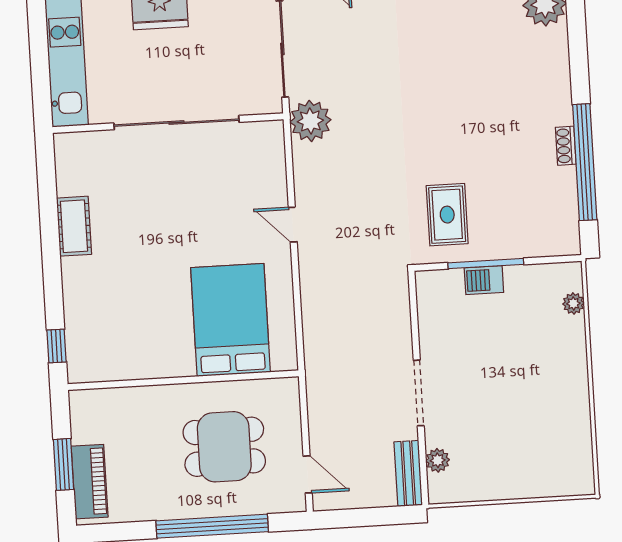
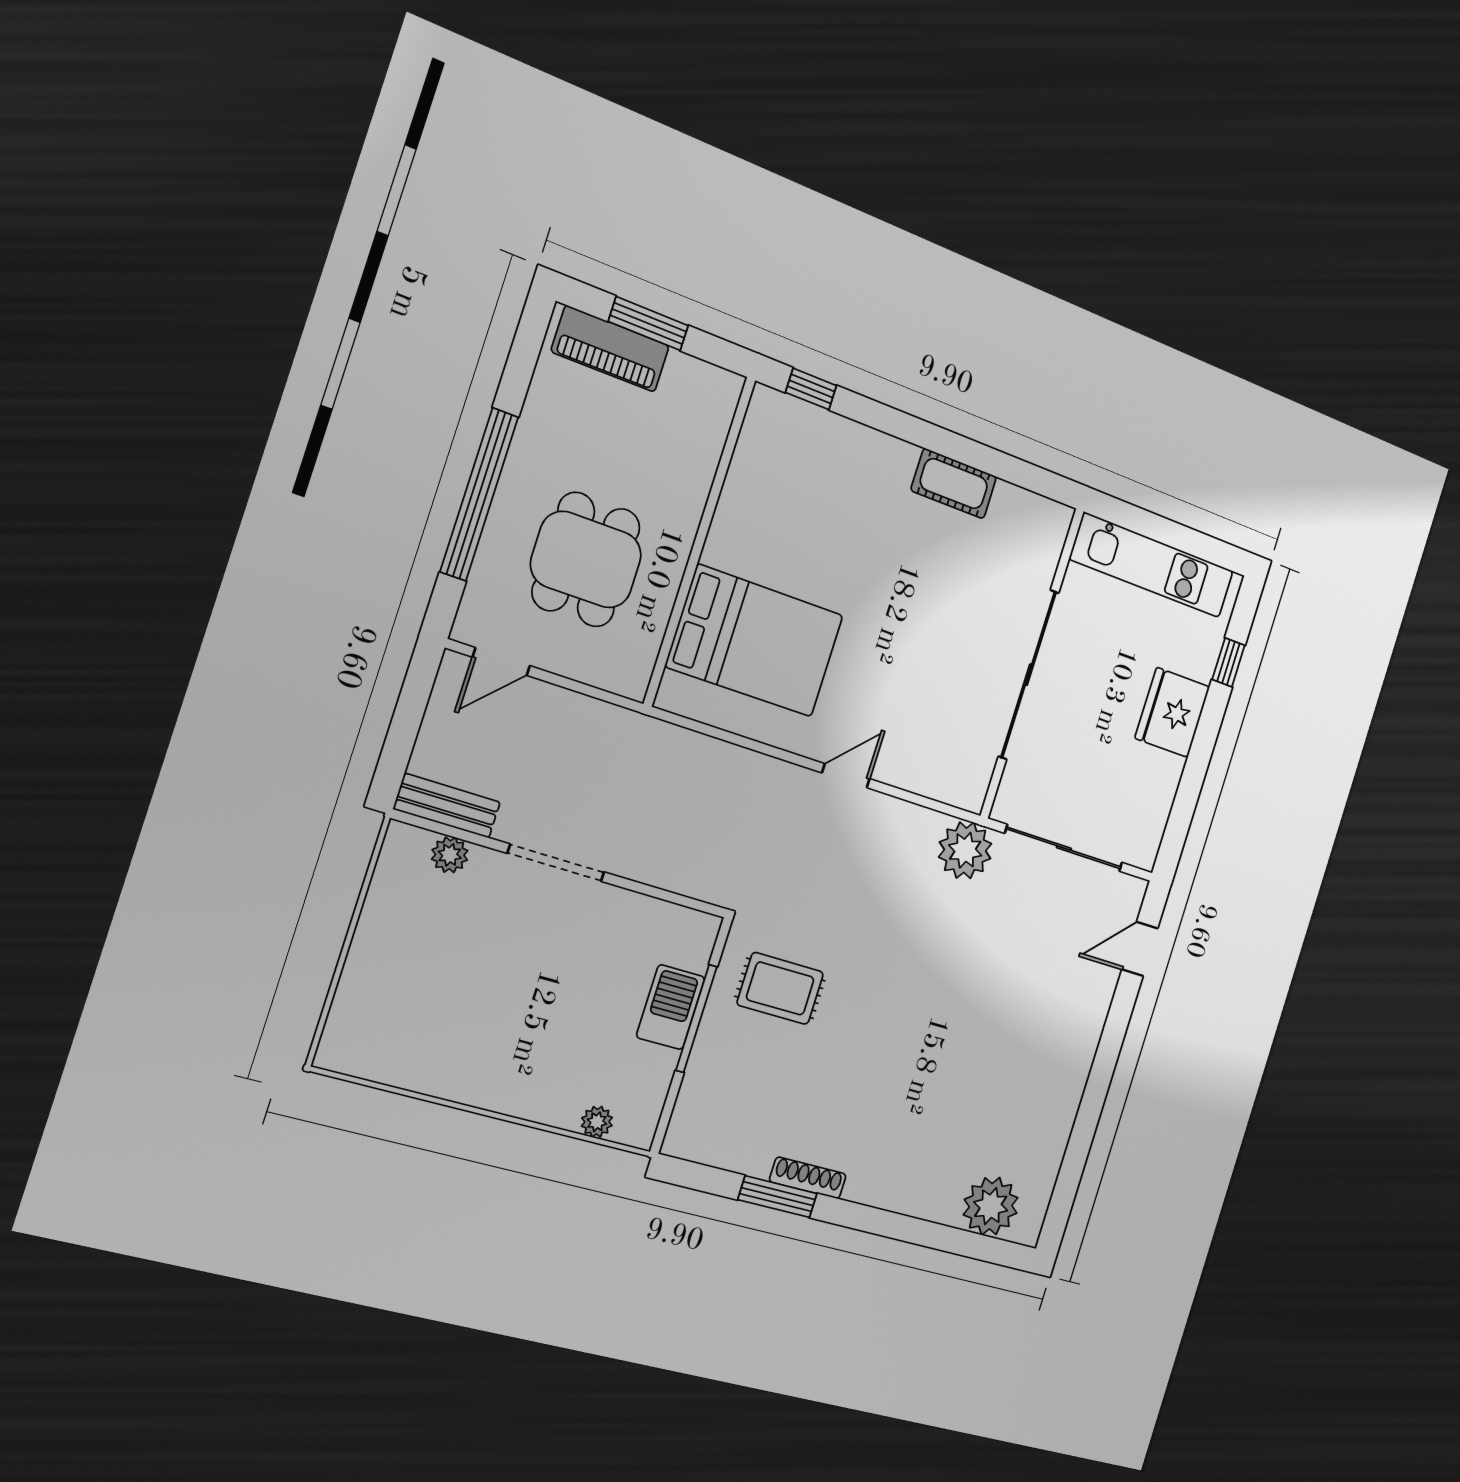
shoe rack: (566, 146) -> (808, 1178), width x1.43
window: (585, 162) -> (778, 1197), width x0.47
barbecue: (484, 280) -> (671, 1007), width x1.38, depth x1.27

